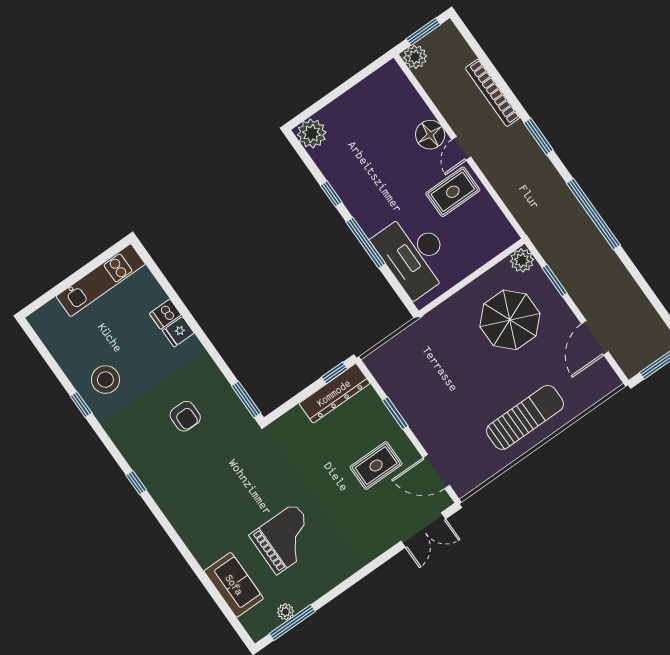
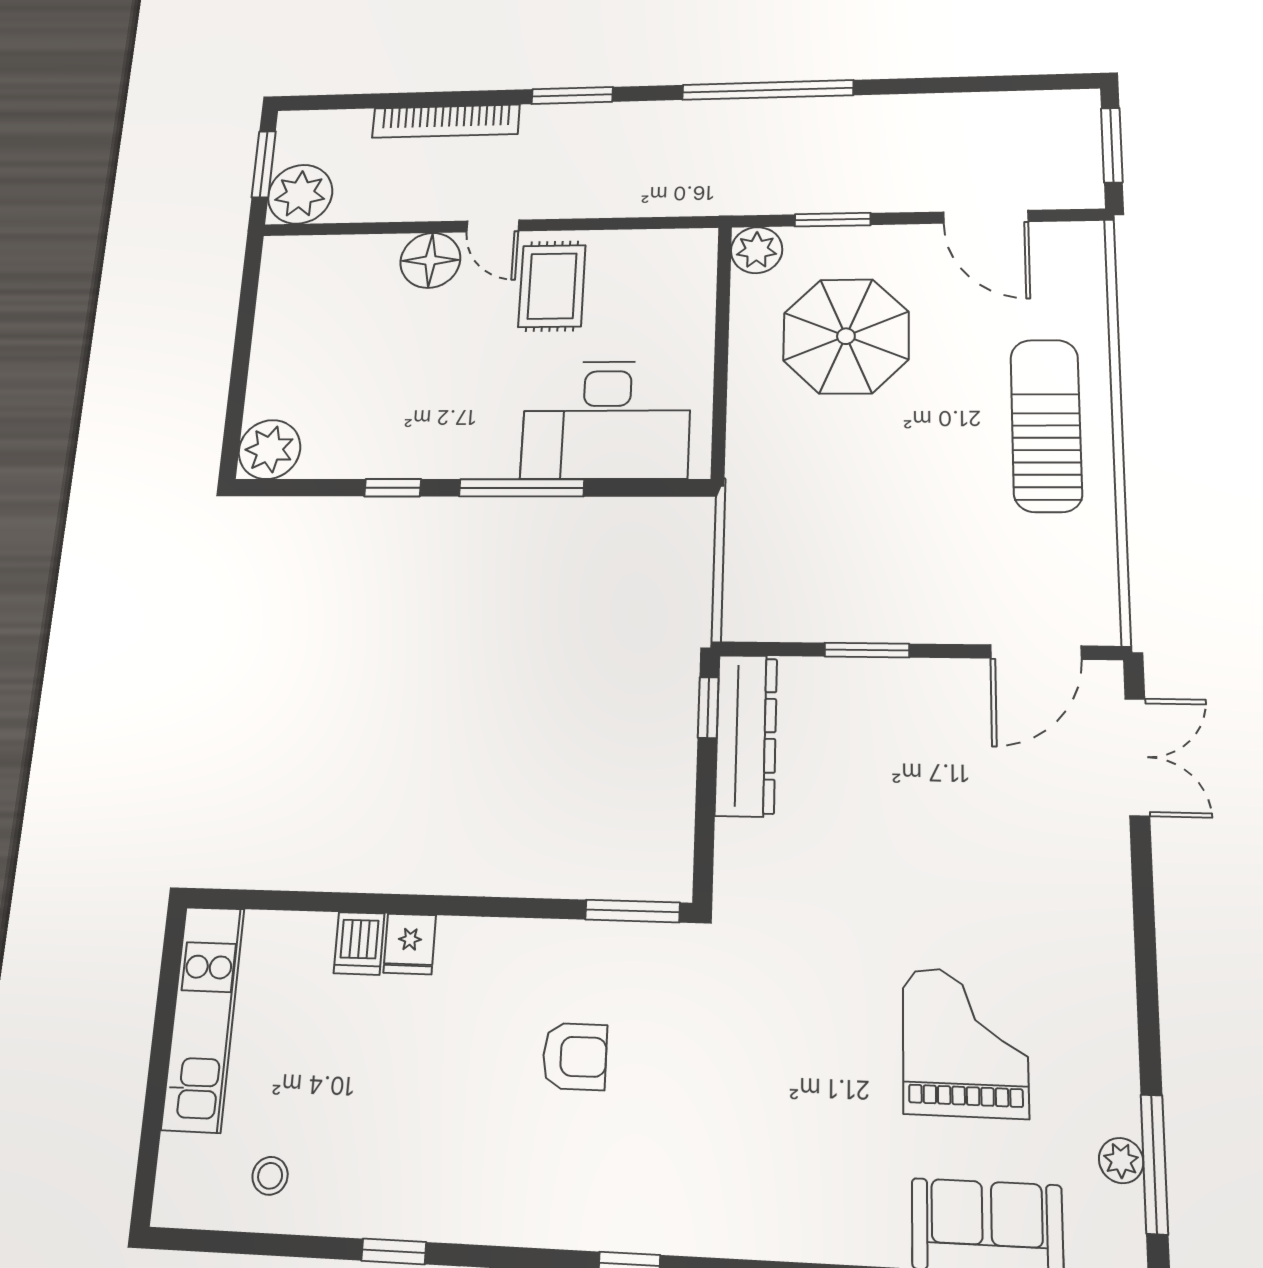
plant: (415, 57) -> (300, 194), width x1.36, depth x1.36
stool: (105, 380) -> (270, 1176), moved, width x0.53, depth x0.53
rug: (376, 466) -> (943, 757), removed

